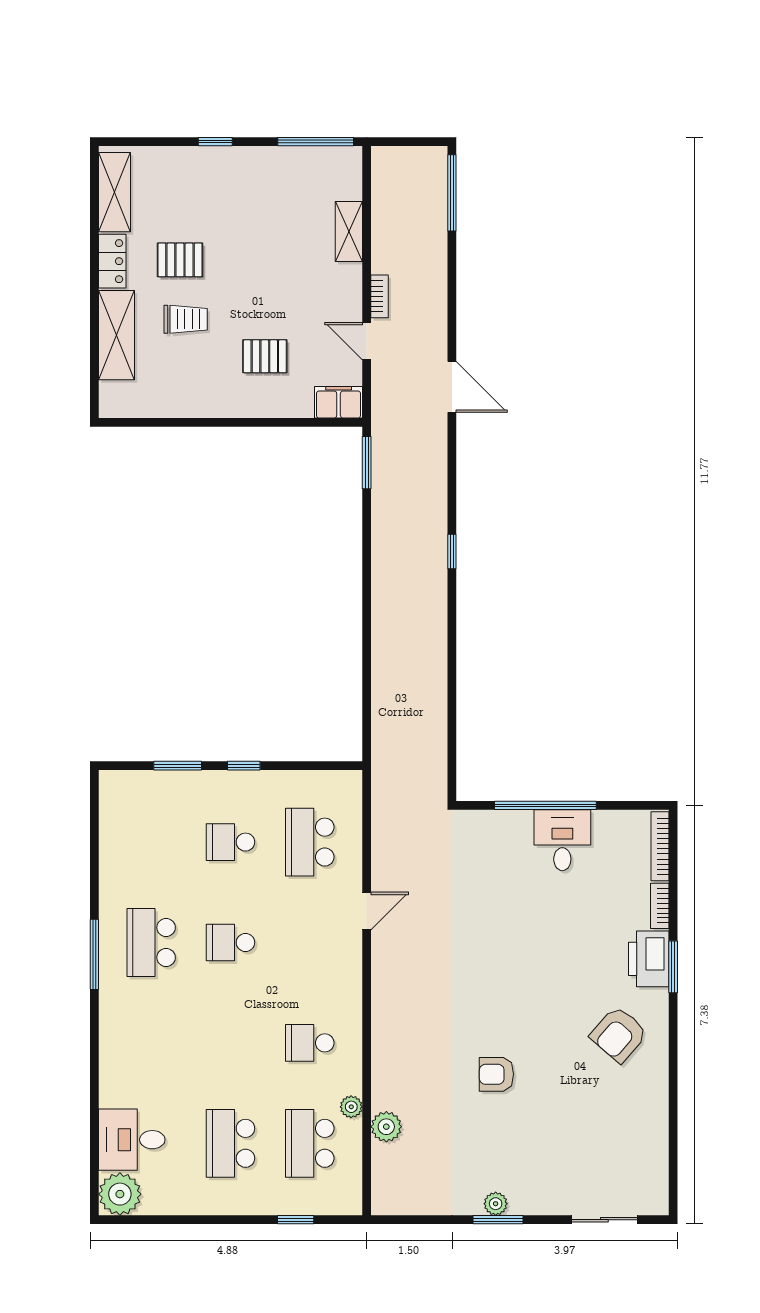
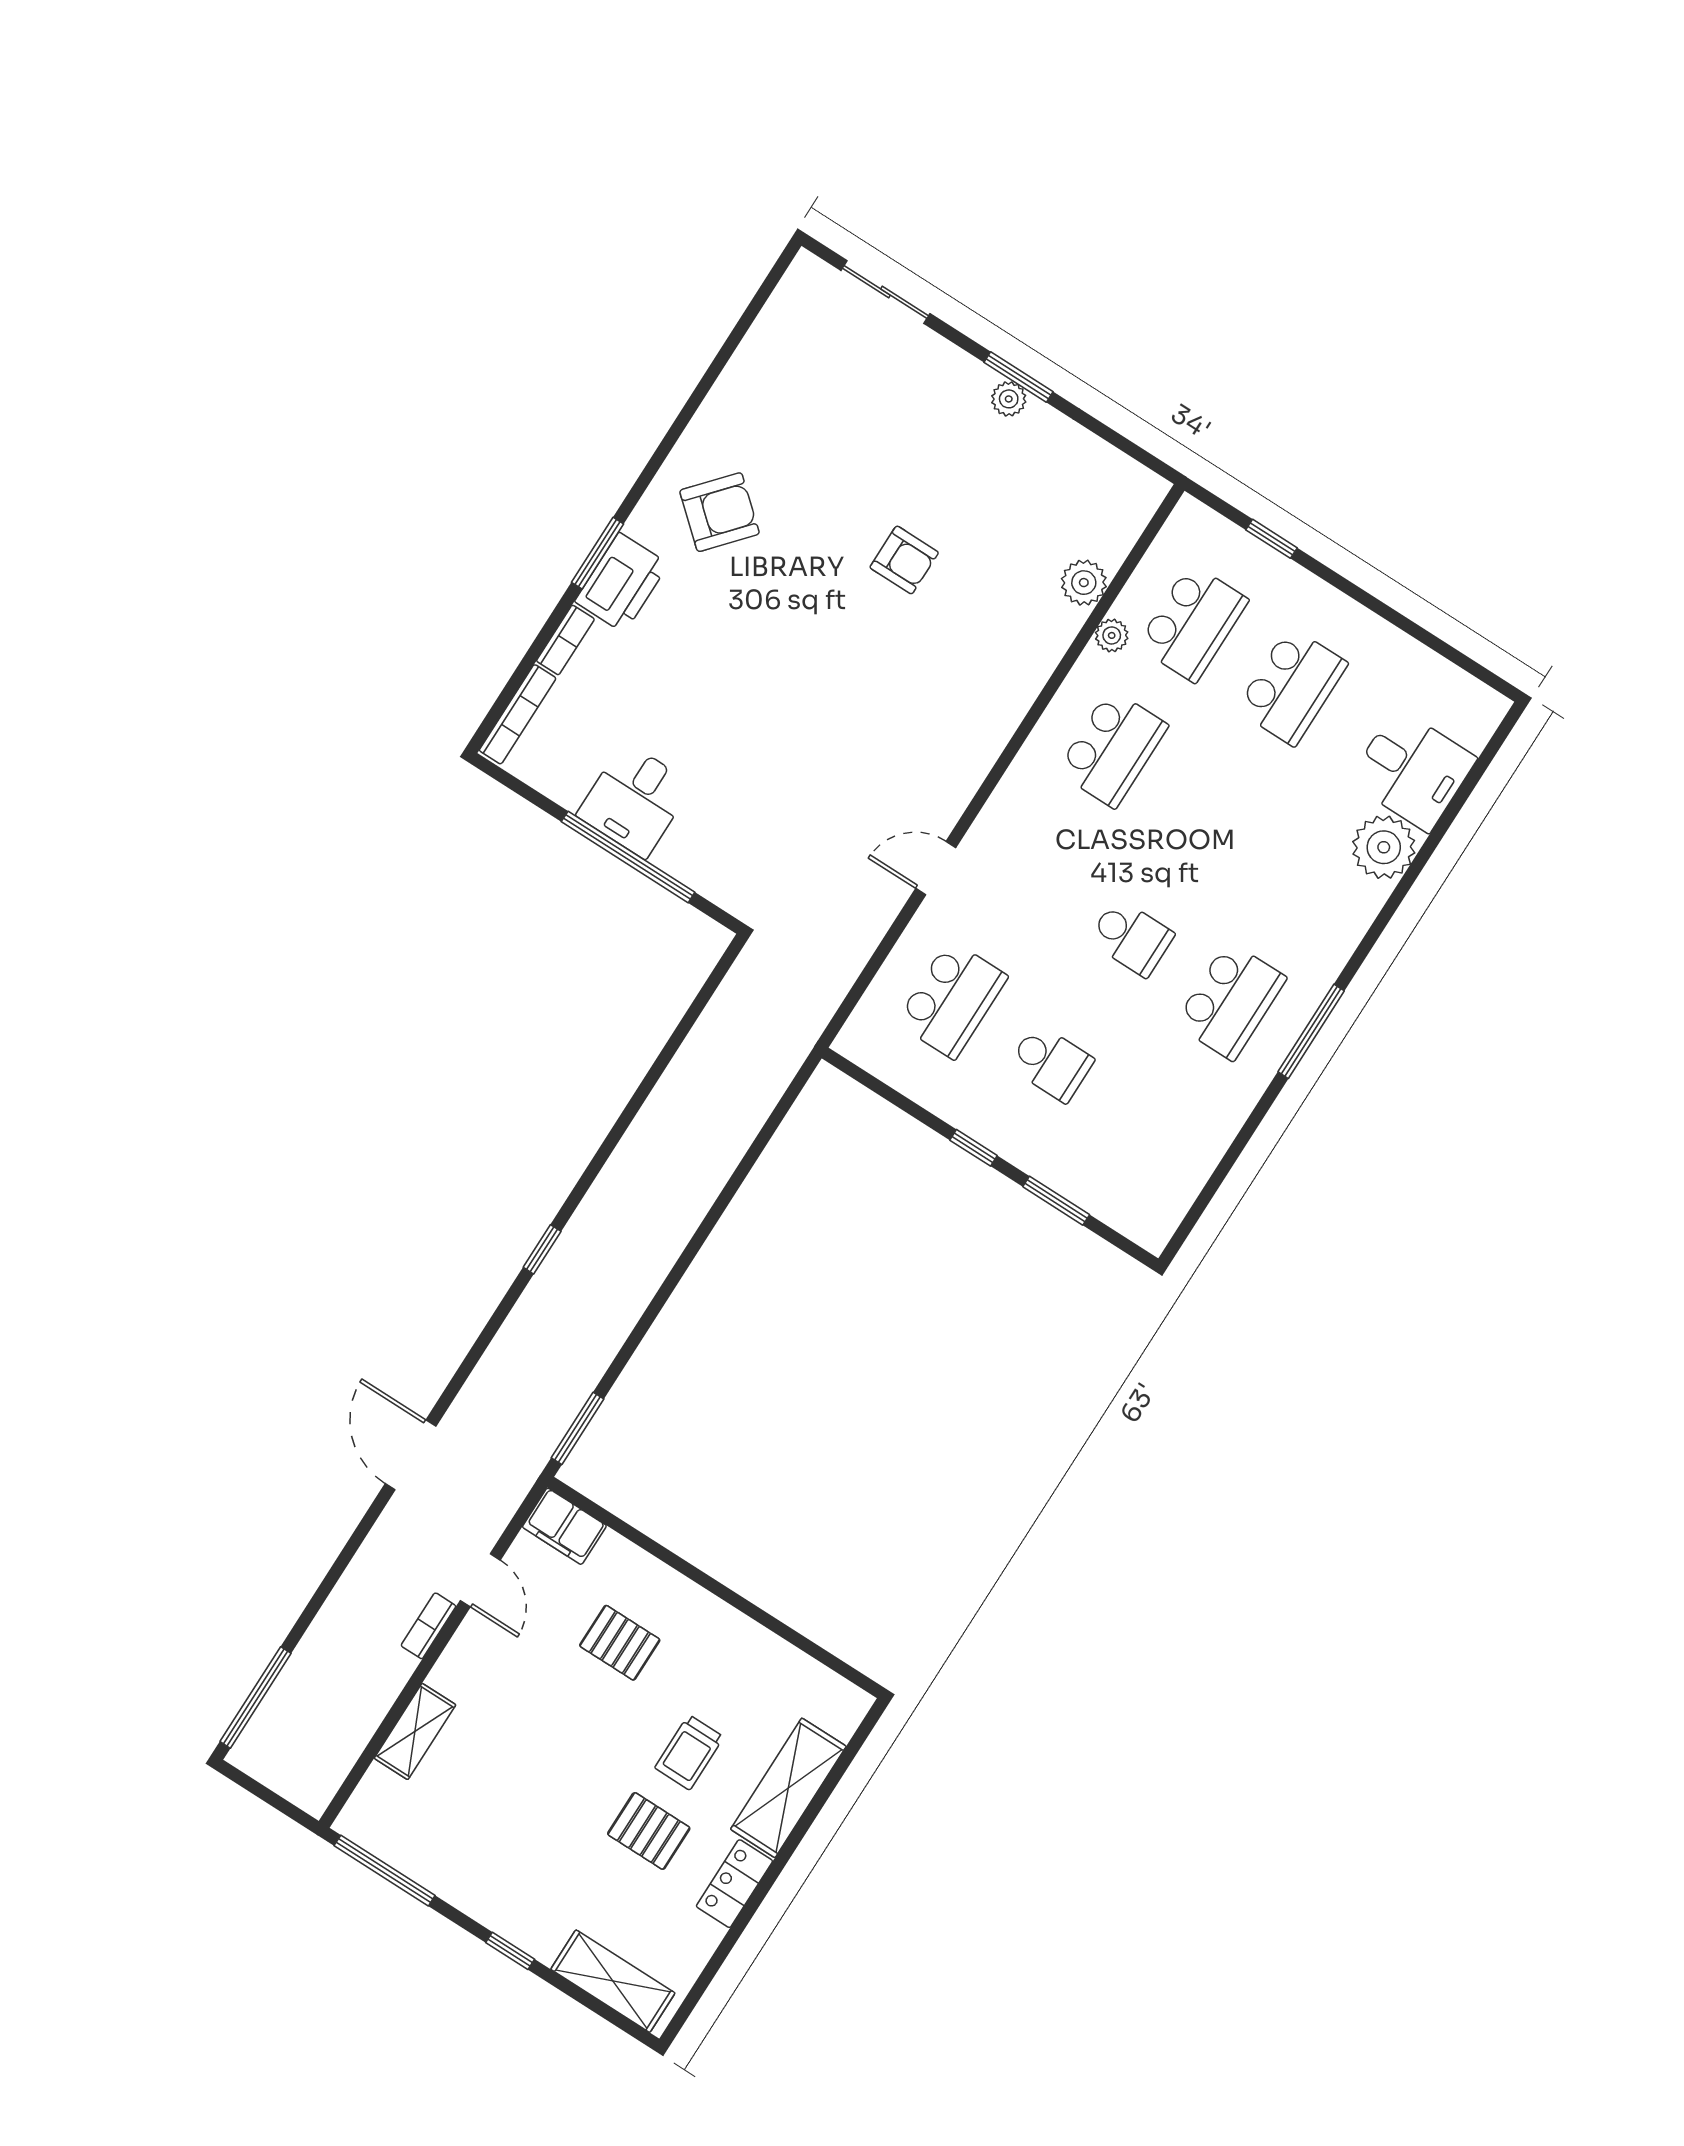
shelving: (114, 192) -> (613, 1981), moved, turned 90
trolley: (186, 319) -> (689, 1752), turned -90
school desk: (310, 1043) -> (1112, 748), width x1.85
plant: (120, 1194) -> (1384, 847), moved

